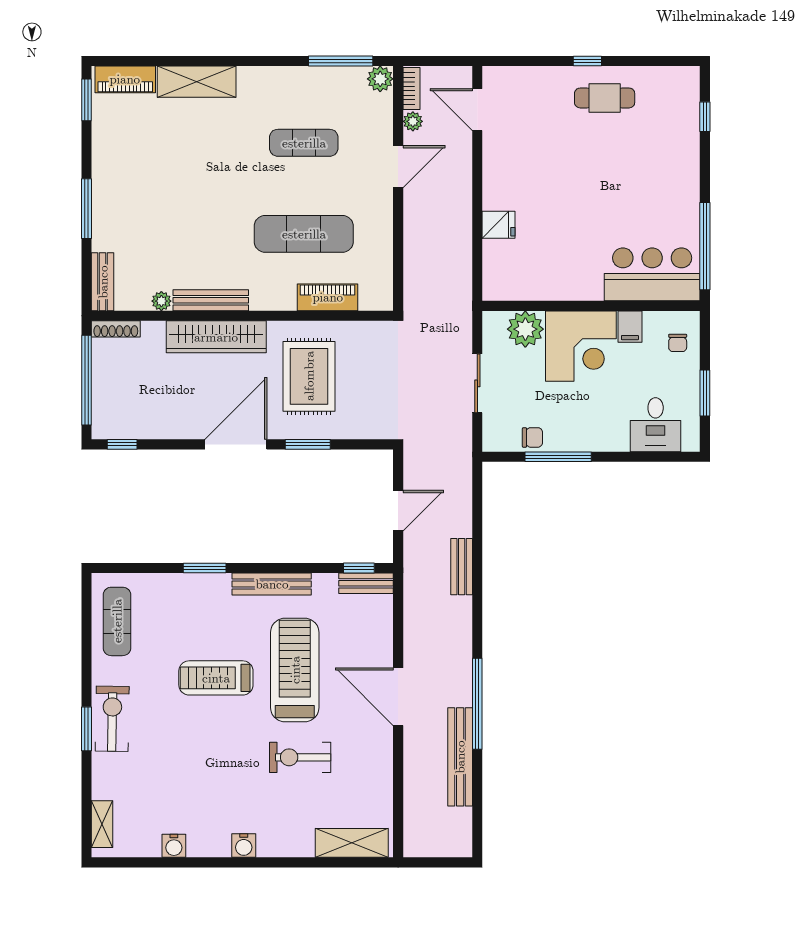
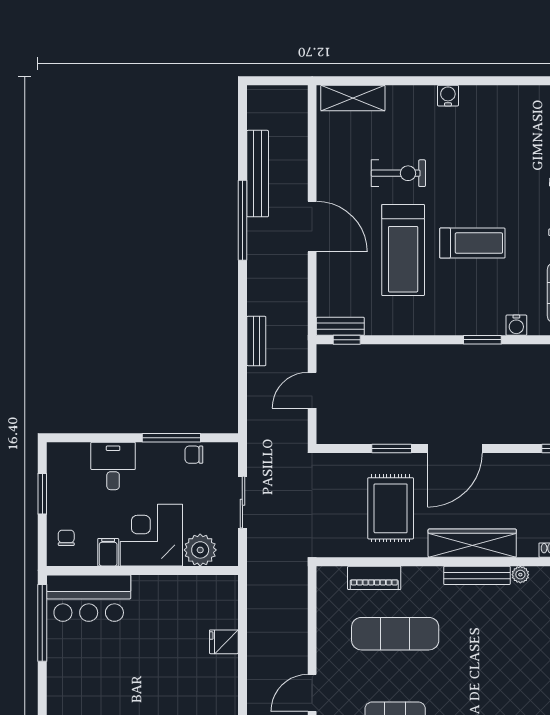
desk: (656, 425) -> (113, 466), moved
bench: (272, 584) -> (423, 326), removed
water cooler: (174, 846) -> (516, 325), moved, turned 180

